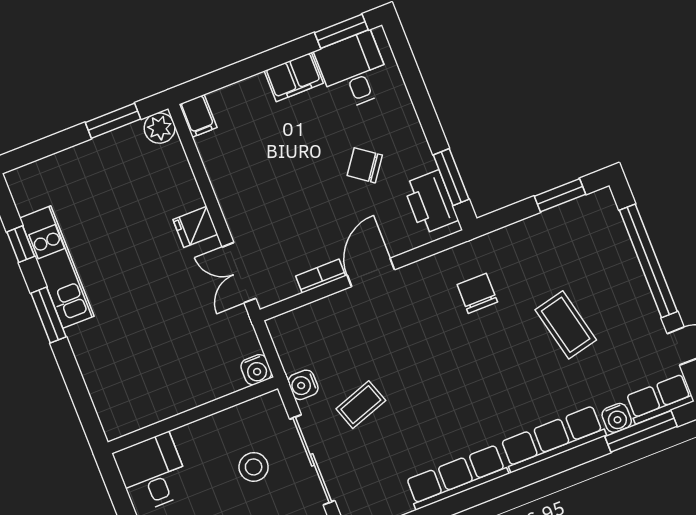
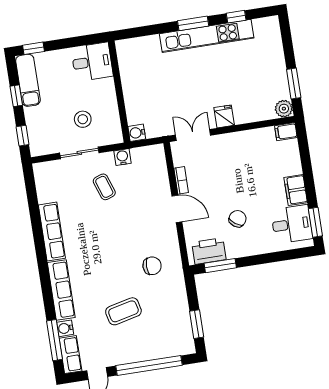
kitchen unit: (57, 267) -> (207, 36), width x1.36
sliding door: (312, 460) -> (79, 153), width x0.73

